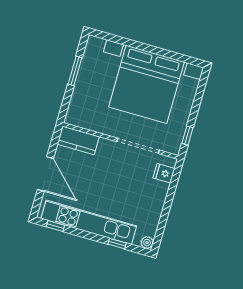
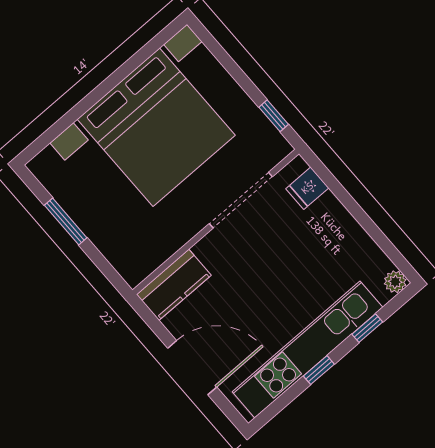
window: (55, 226) -> (319, 370), moved

